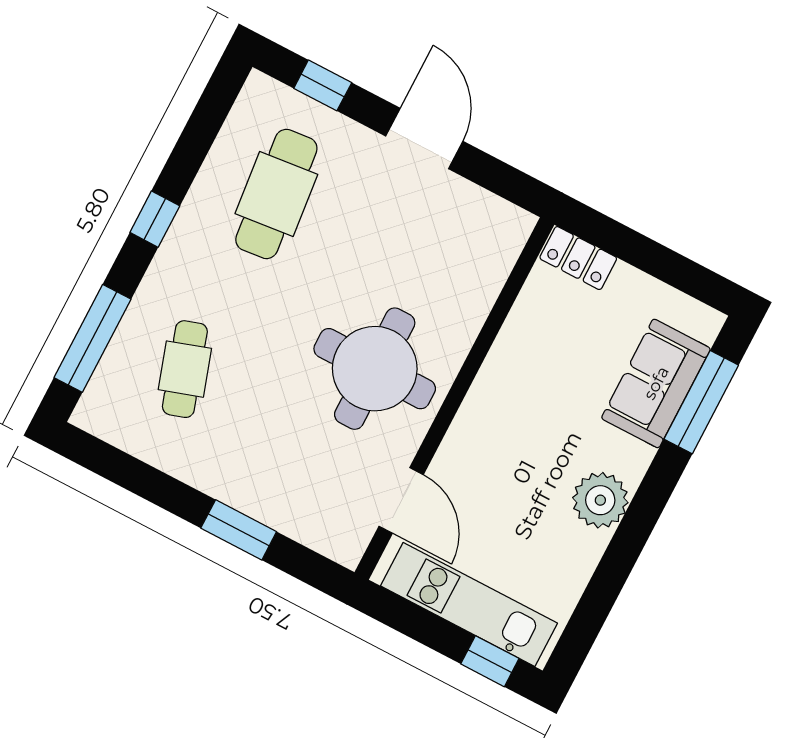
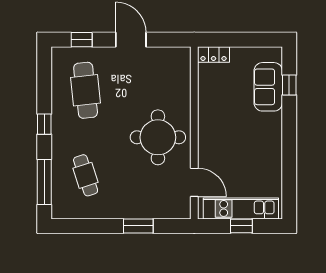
window: (701, 402) -> (289, 85), width x0.46
plant: (600, 500) -> (270, 142), removed
window: (490, 661) -> (241, 226), moved

